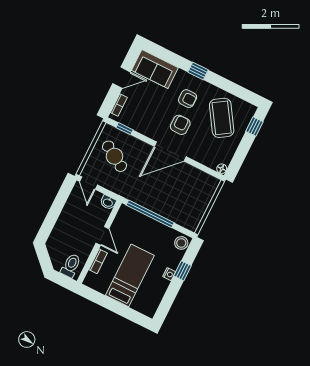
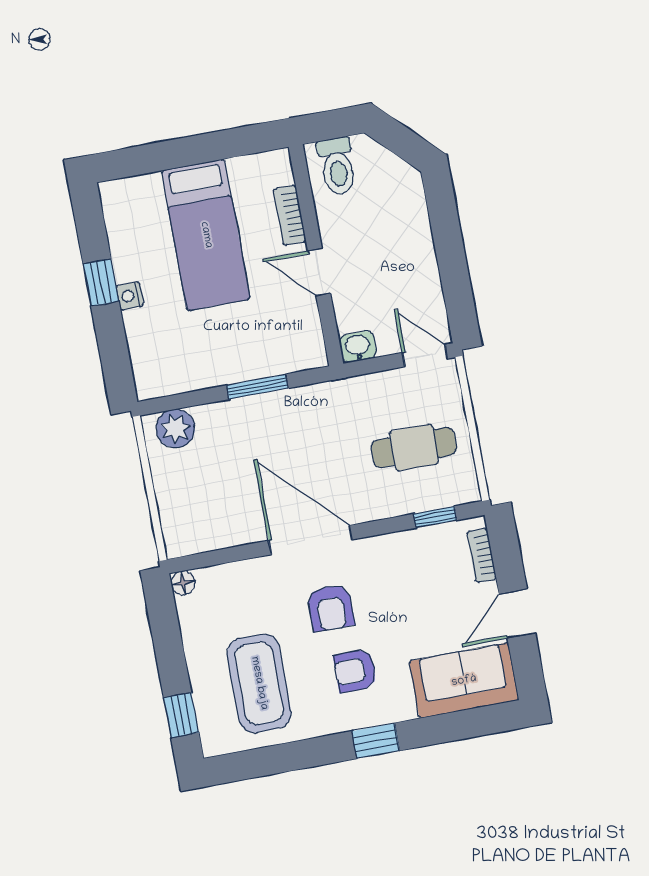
coffee table: (222, 118) -> (259, 683), turned 33
door: (170, 152) -> (311, 540), hinge flipped
cafe table: (114, 156) -> (414, 448), turned -31
window: (150, 214) -> (257, 387), width x0.47
plant: (187, 220) -> (176, 429), added
stool: (181, 243) -> (152, 376), removed
window: (183, 271) -> (101, 283), moved

